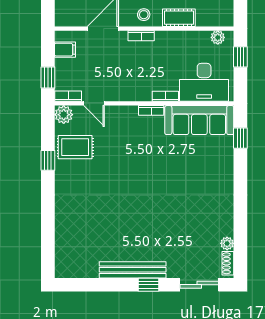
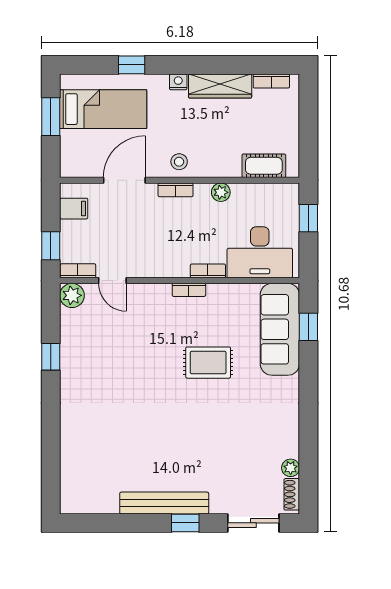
cot: (179, 18) -> (264, 166), moved
plant: (218, 37) -> (221, 192), moved
sofa: (199, 120) -> (280, 329), moved, turned 90
rug: (75, 147) -> (208, 363), moved

